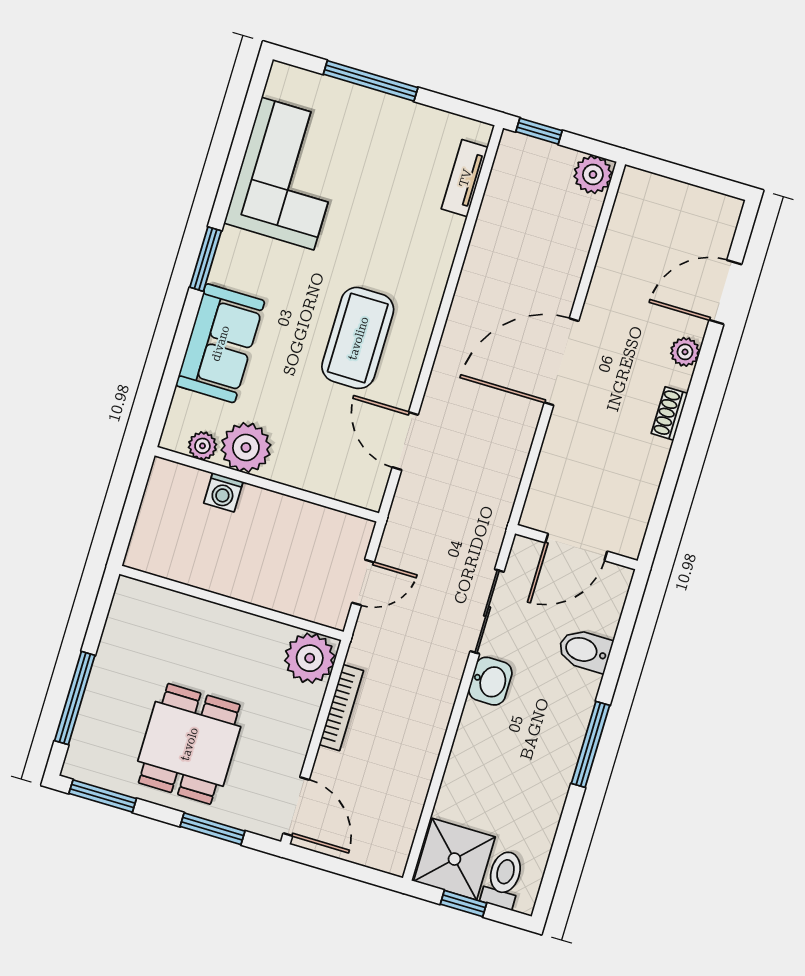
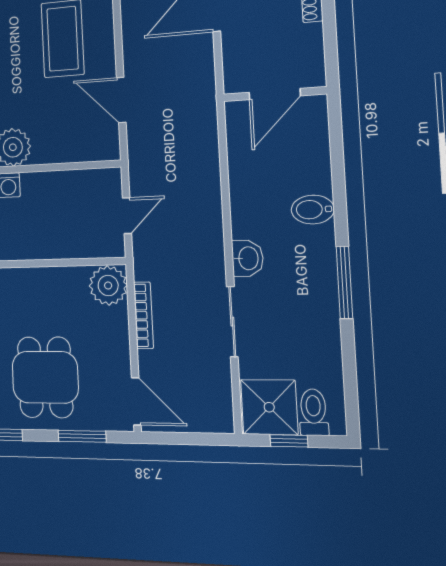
door: (576, 547) -> (275, 94), moved
wall: (576, 547) -> (275, 94), moved
sliding door: (487, 612) -> (232, 322), moved

